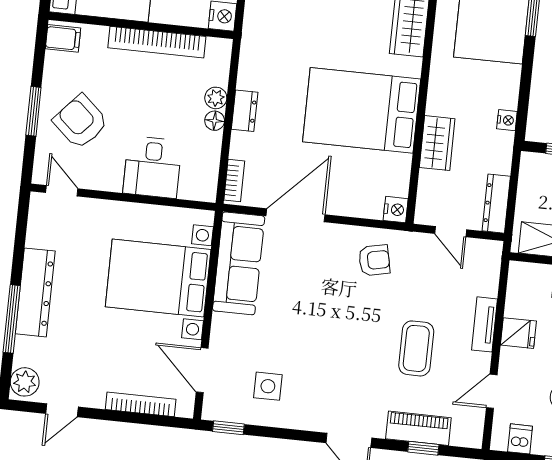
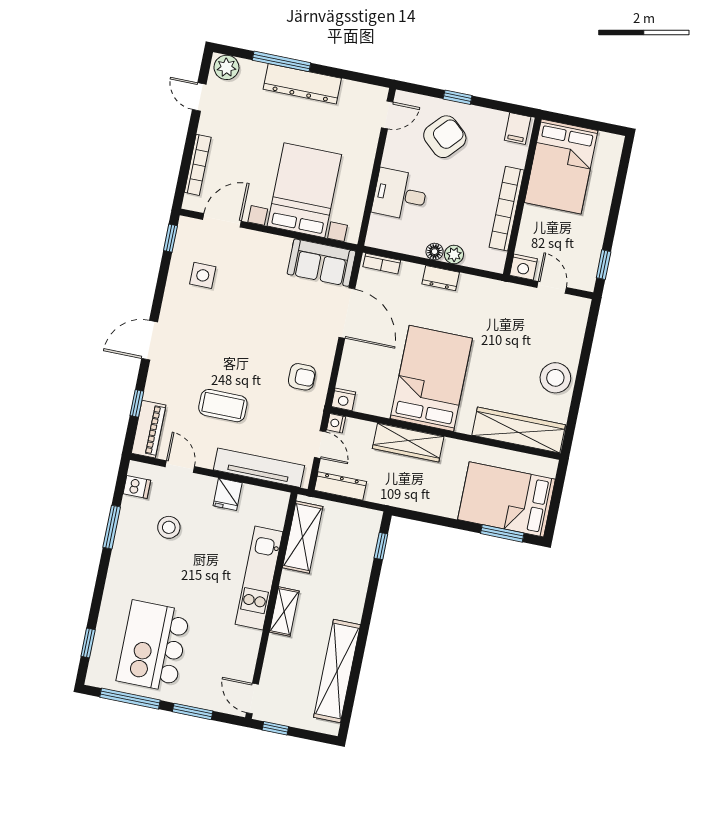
window: (33, 111) -> (458, 97), width x0.67
nightstand: (507, 120) -> (336, 423), moved, turned 90
wardrobe: (437, 143) -> (408, 443), width x1.50
door: (451, 232) -> (320, 445), swing flipped
armchair: (374, 260) -> (302, 377), turned -78
sofa: (239, 263) -> (322, 263), width x0.73
tv unit: (484, 324) -> (259, 468), width x1.92, depth x1.29
piano: (418, 428) -> (149, 429), moved

